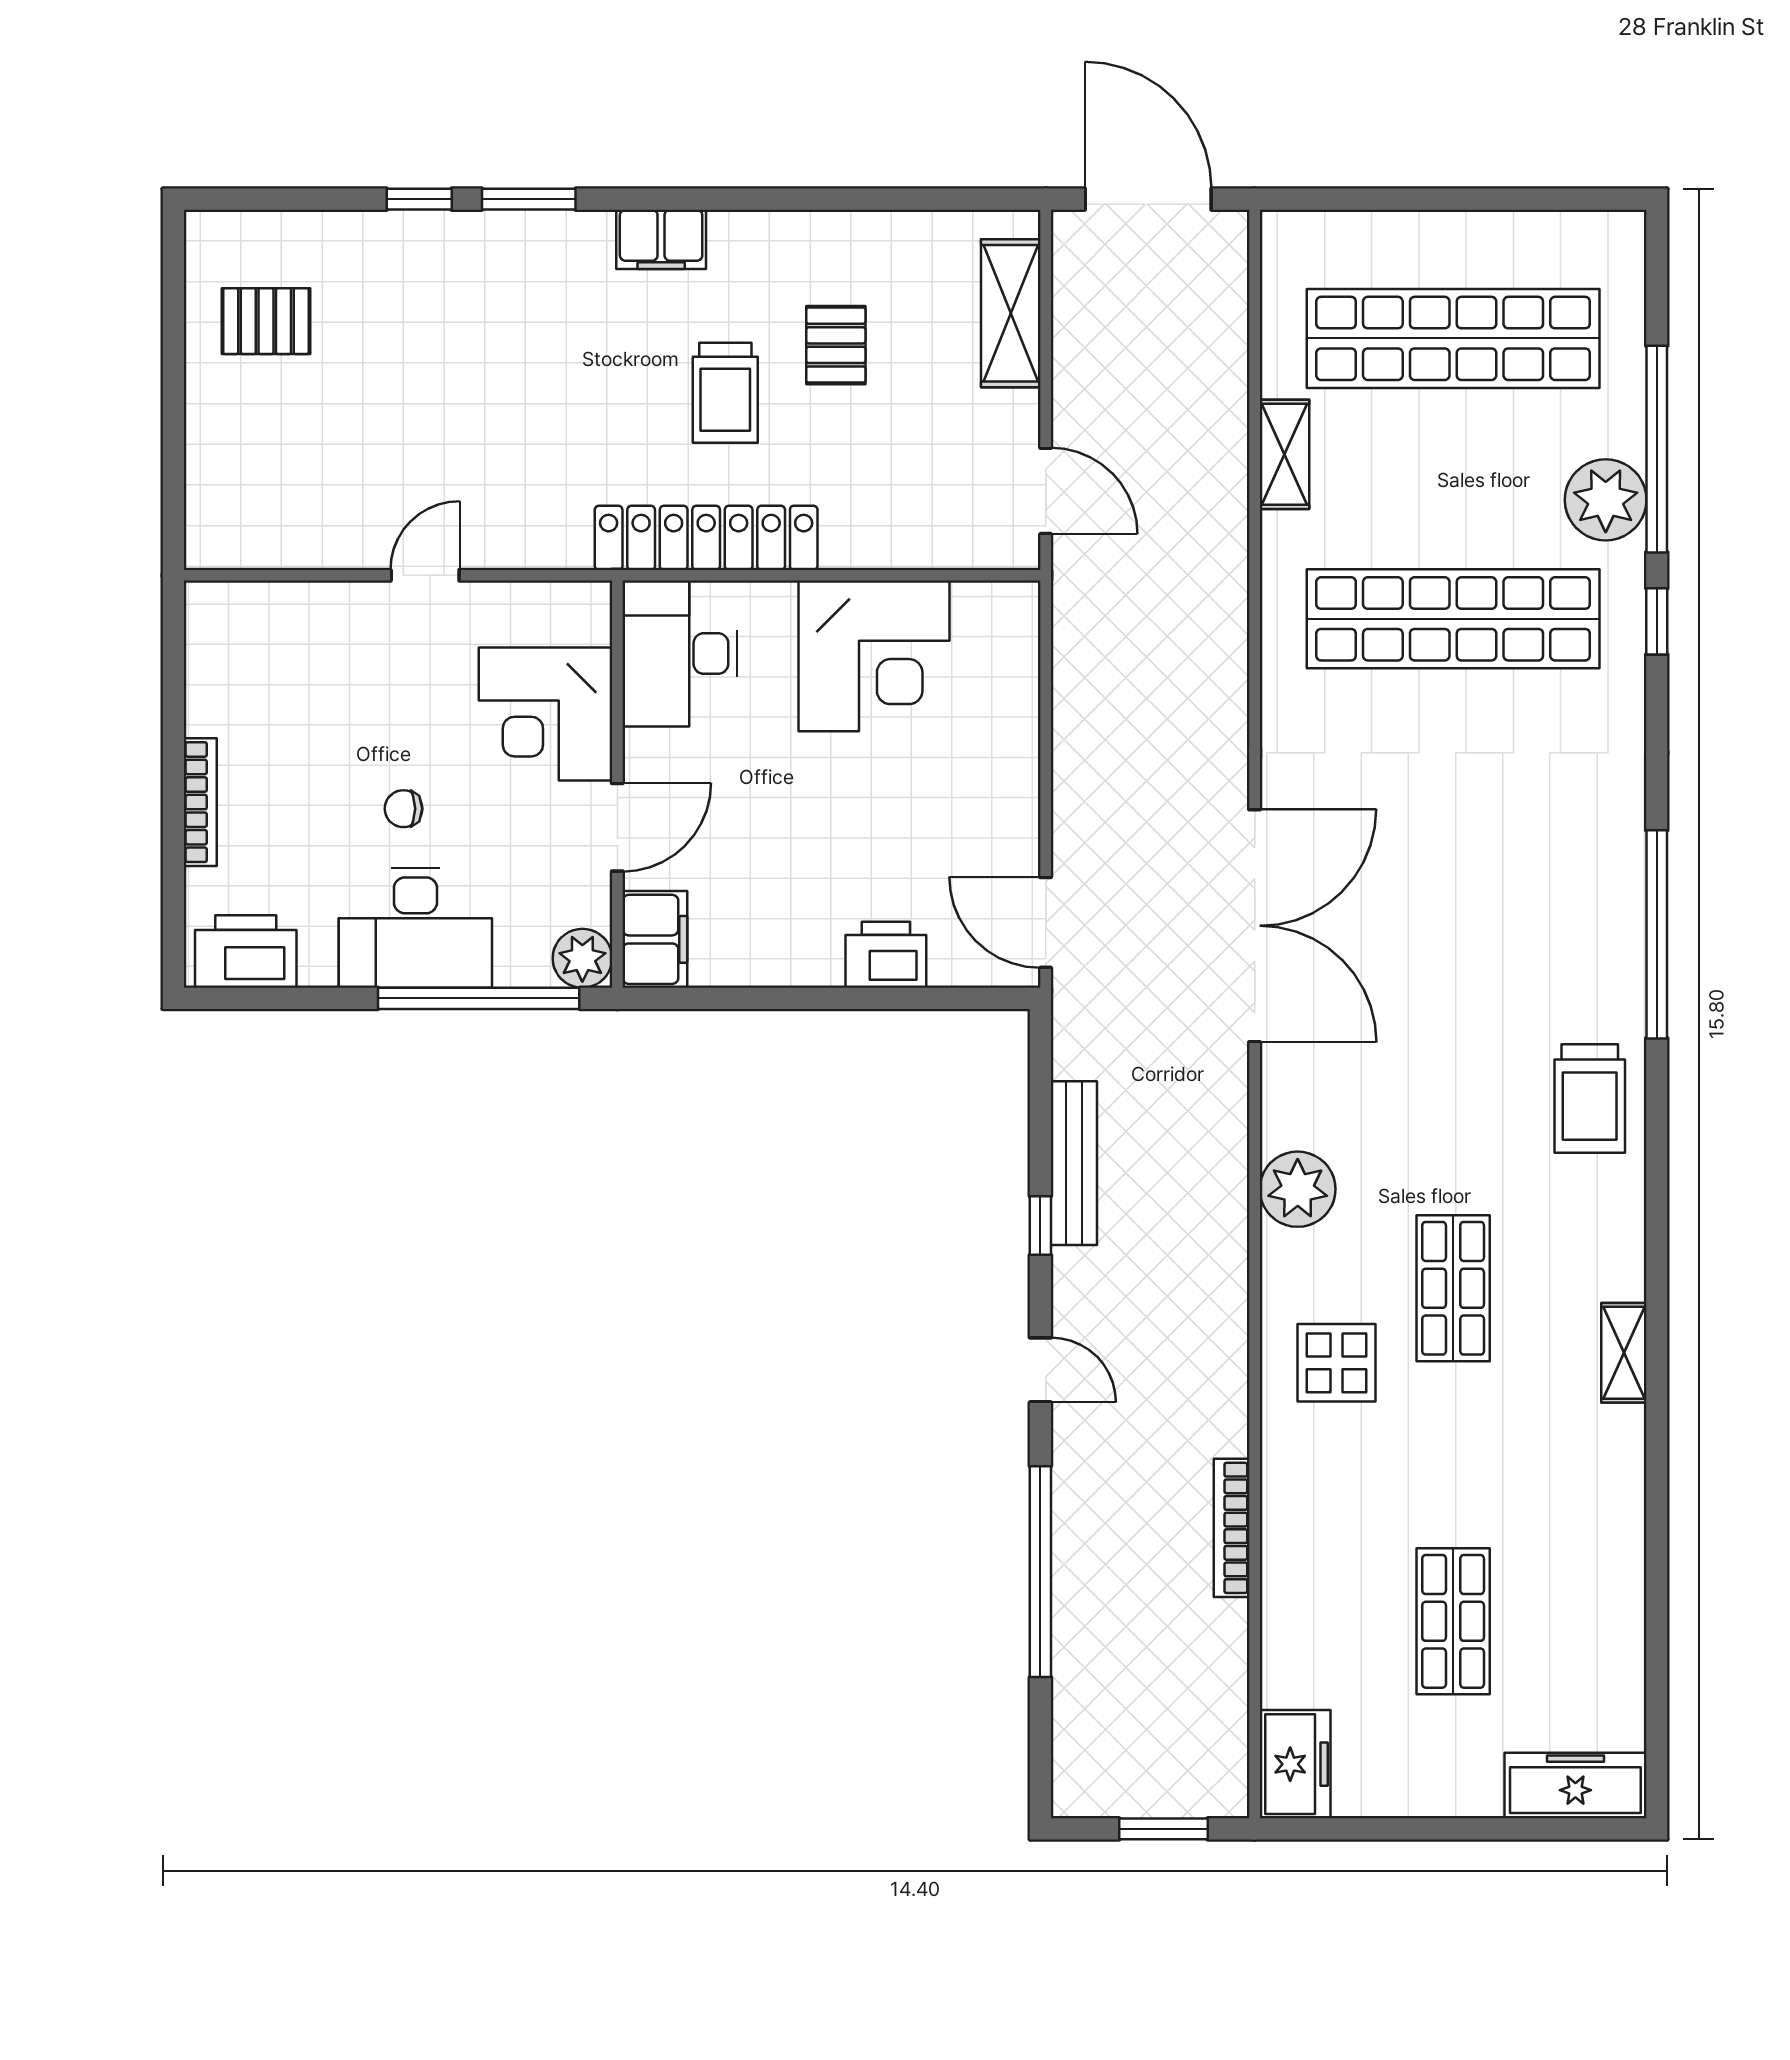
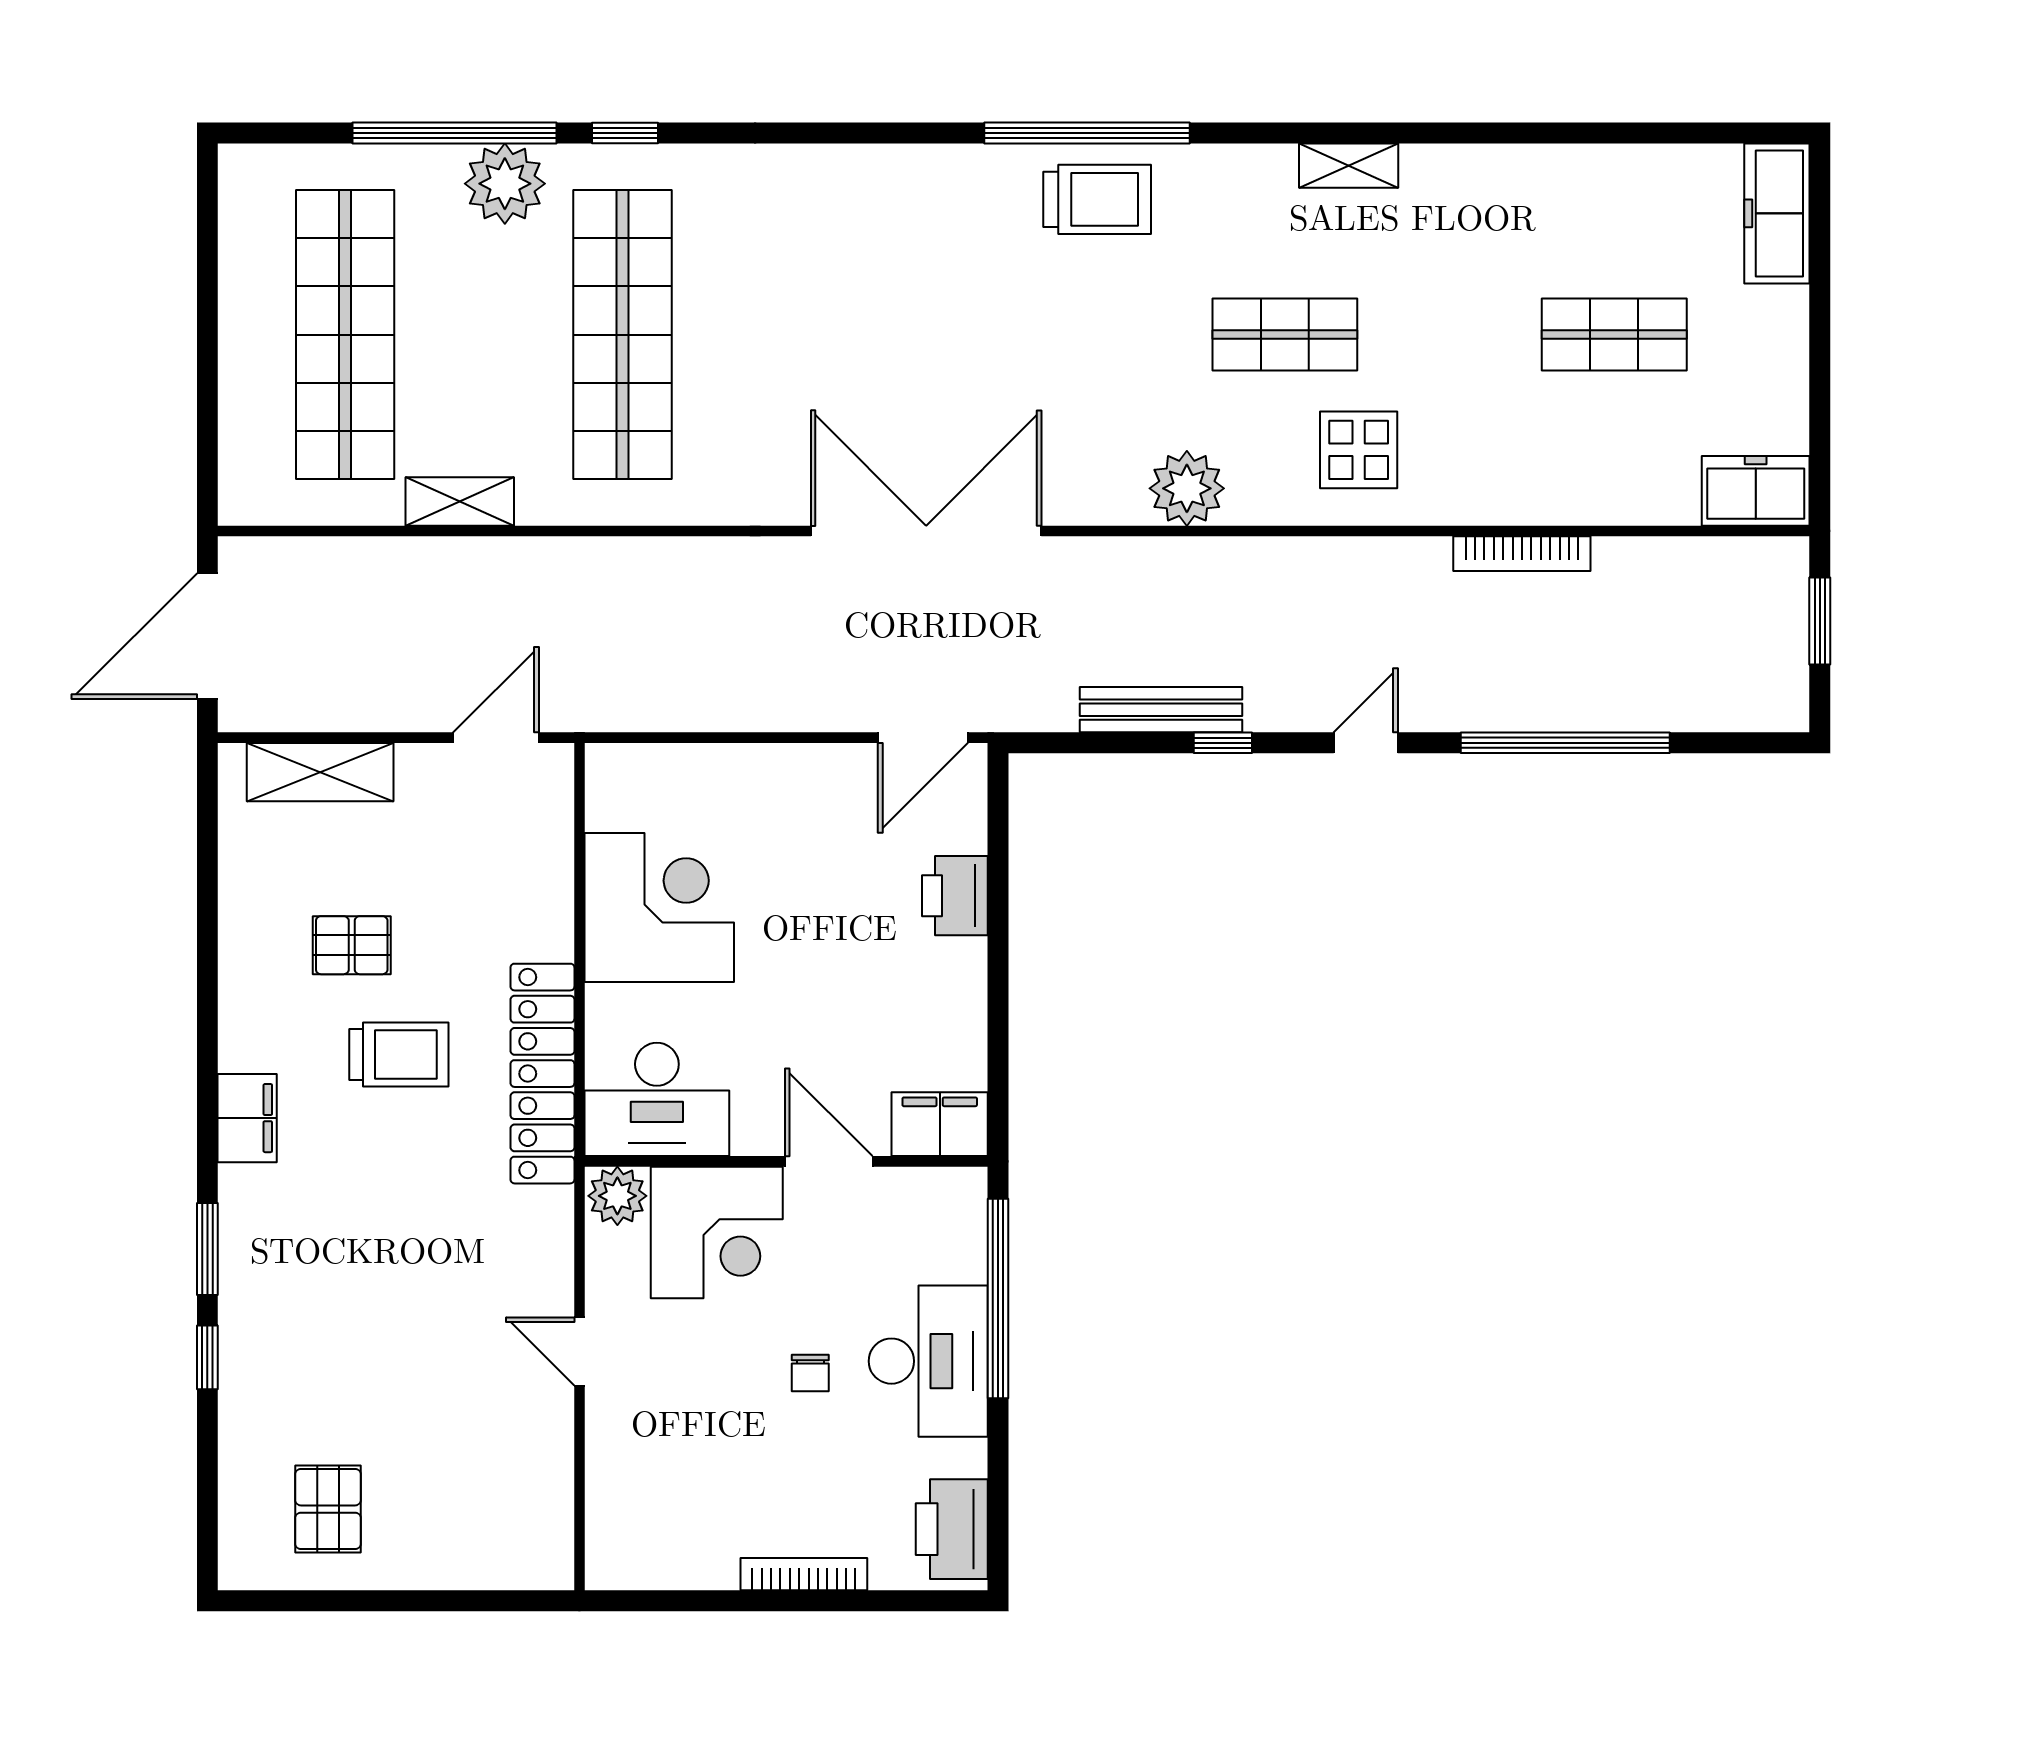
window: (1657, 934) -> (1087, 133), moved
plant: (582, 958) -> (617, 1196), moved

